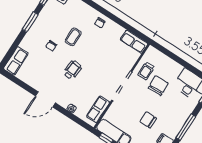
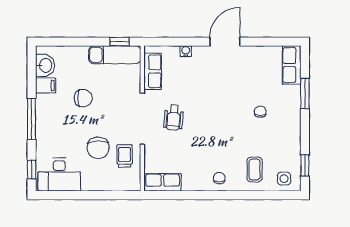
window: (30, 22) -> (305, 94), moved
coffee table: (73, 37) -> (255, 169), moved
wheelchair: (72, 70) -> (174, 118), moved

